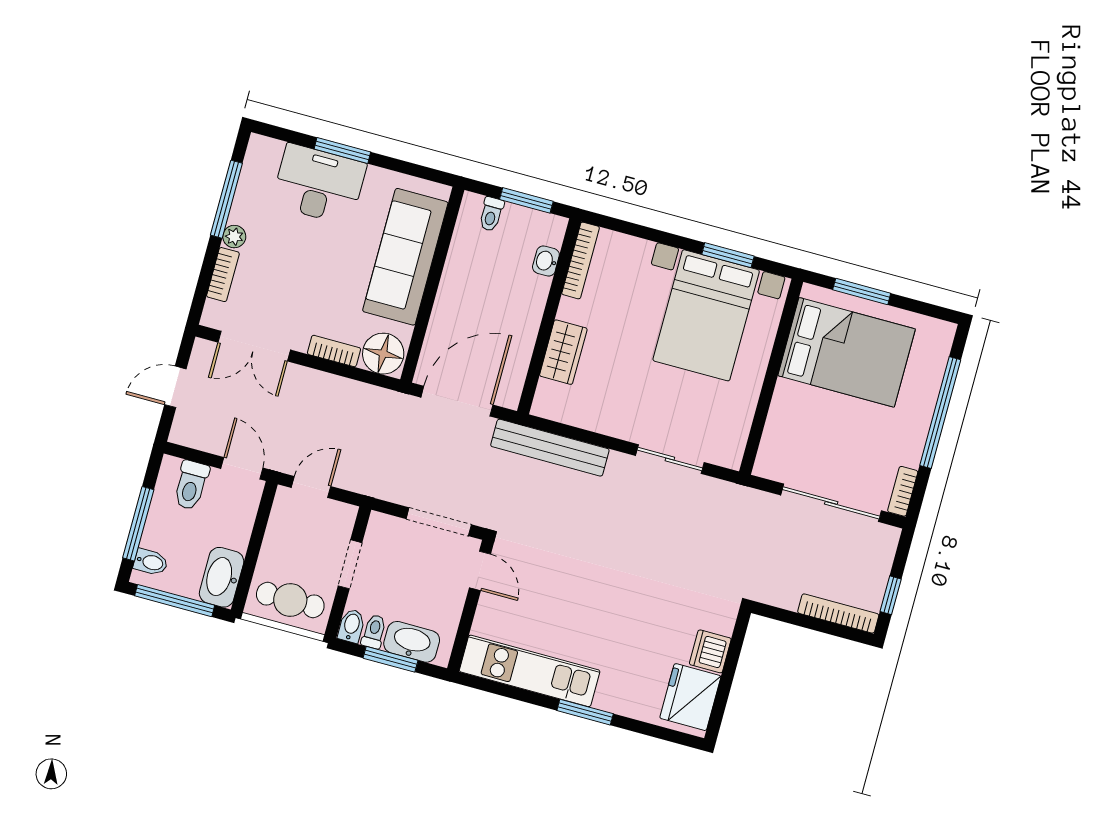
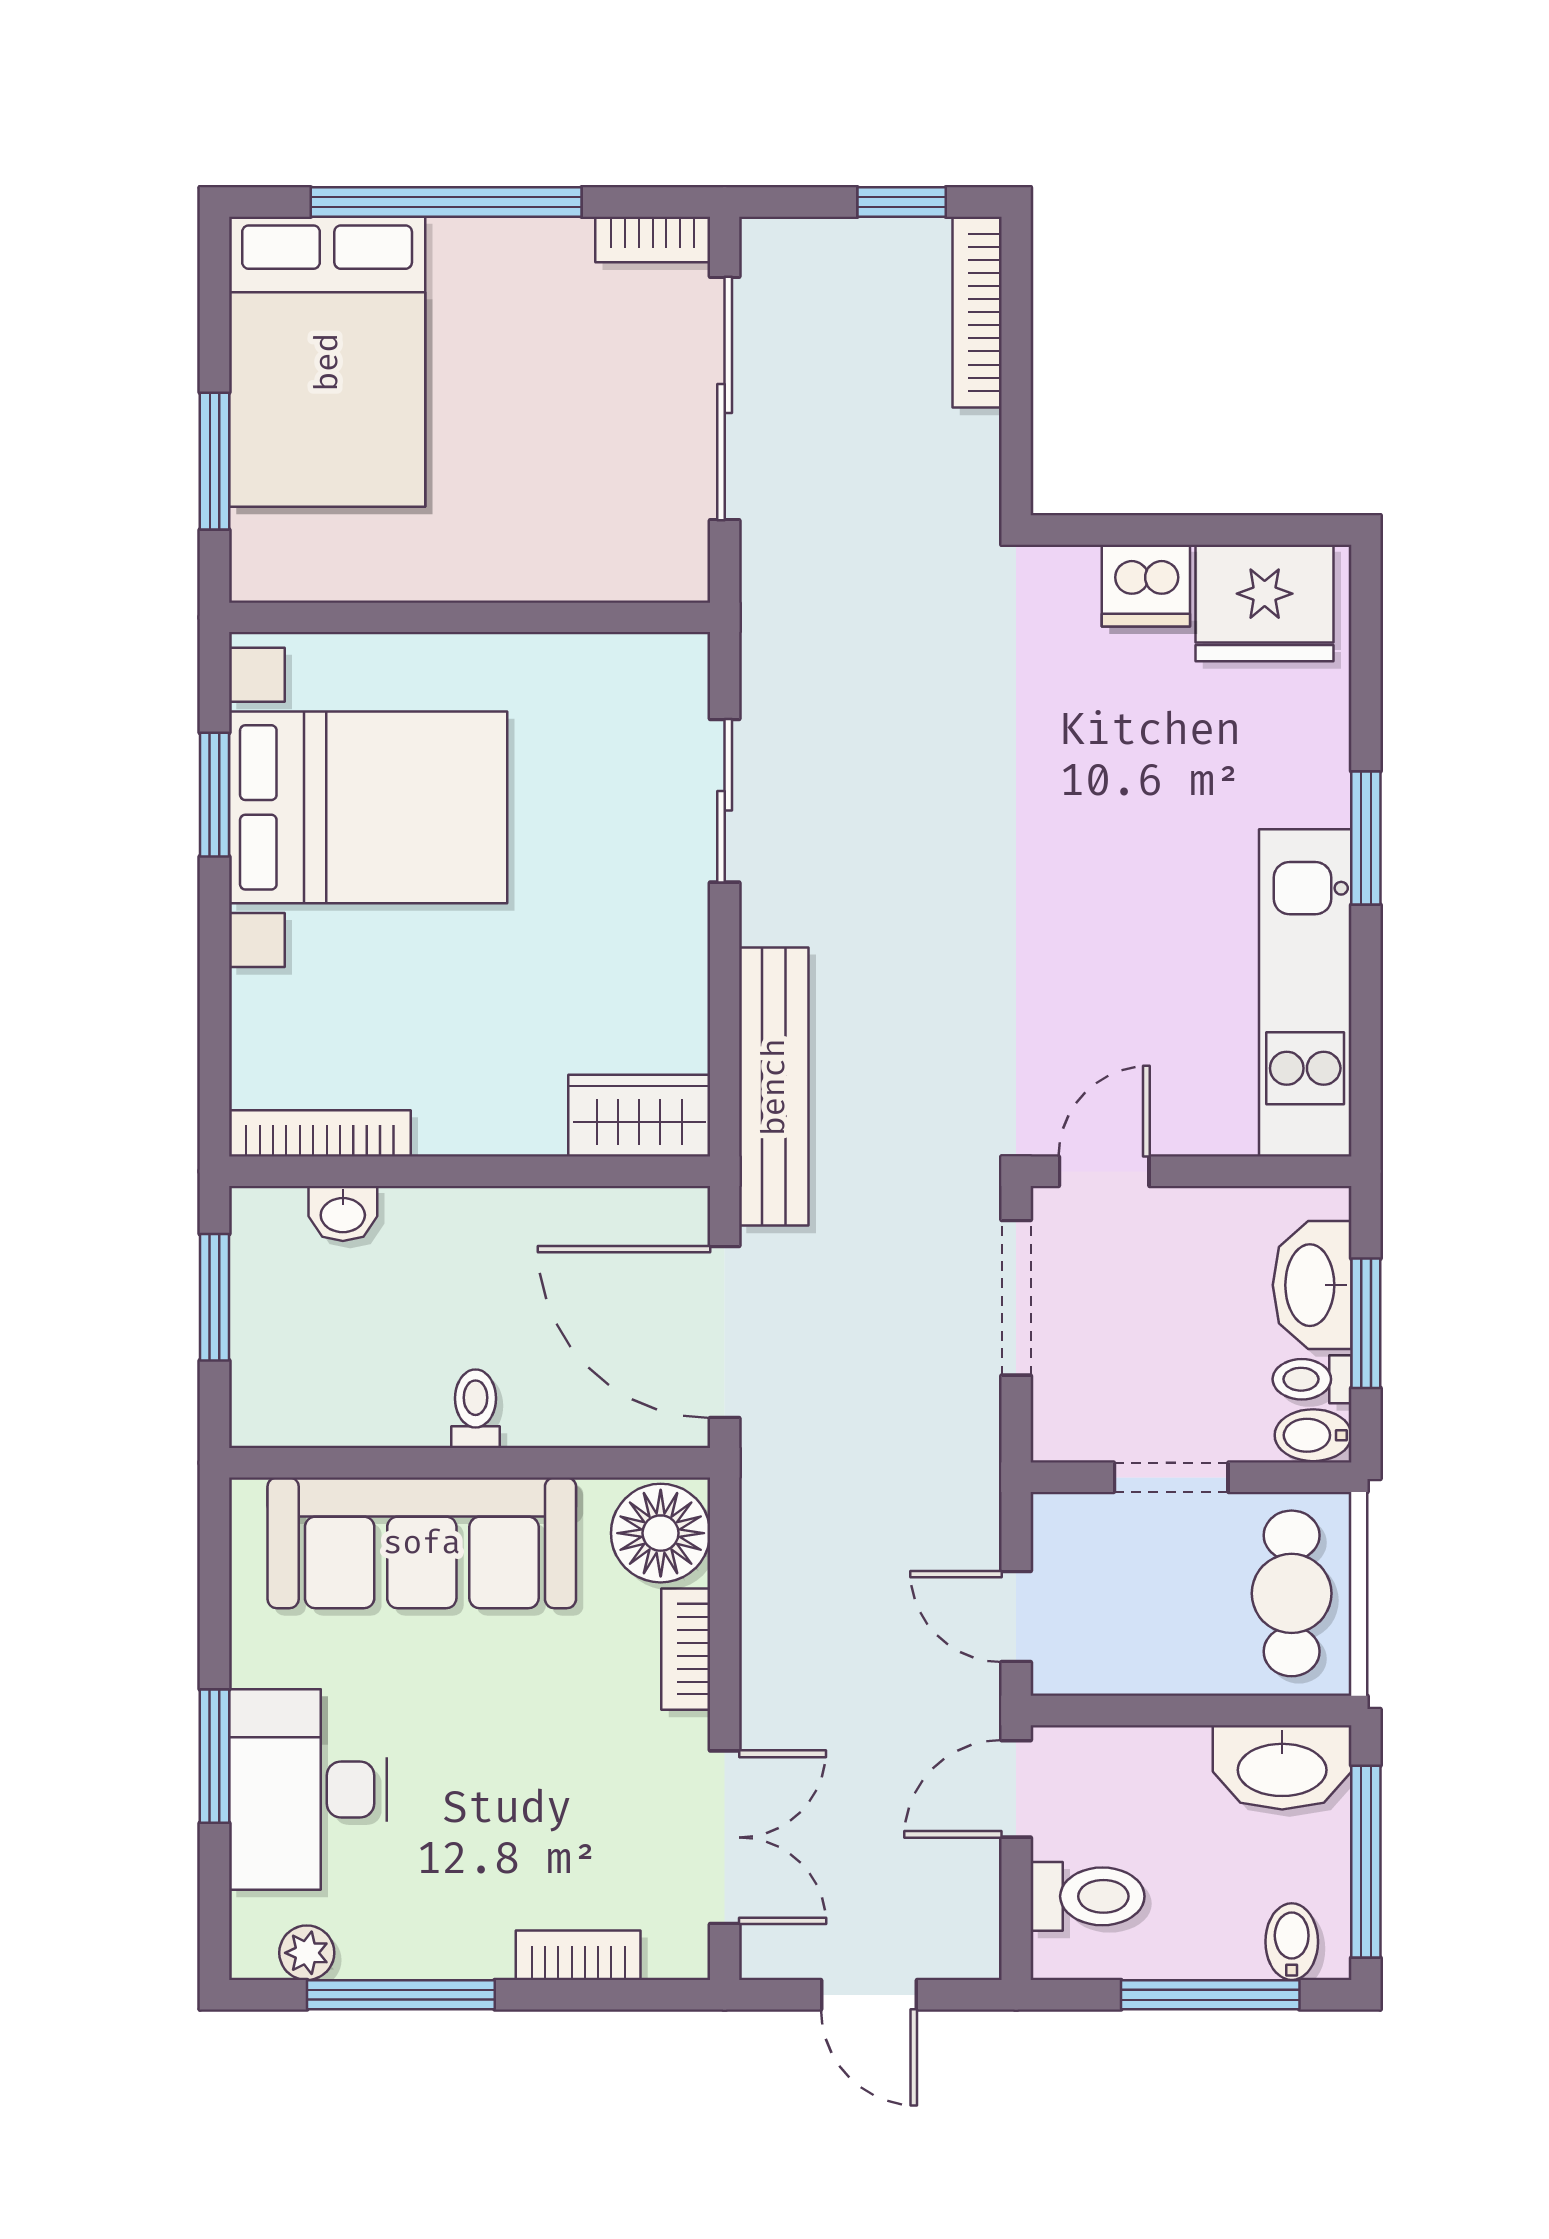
toilet: (491, 214) -> (476, 1409), moved, turned -90
plant: (234, 237) -> (307, 1953), moved
wardrobe: (563, 352) -> (639, 1116), moved
bed: (847, 352) -> (327, 362), moved, turned 180

